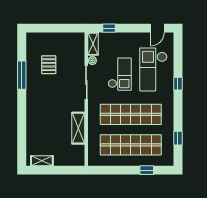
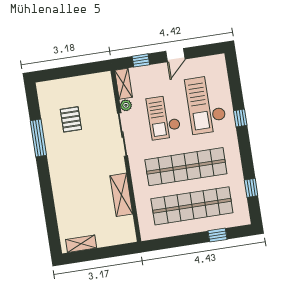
door: (157, 28) -> (175, 55), moved
checkout: (120, 74) -> (164, 117), turned 180

